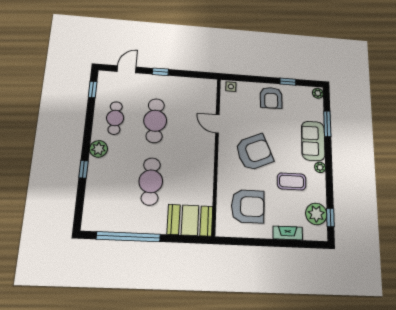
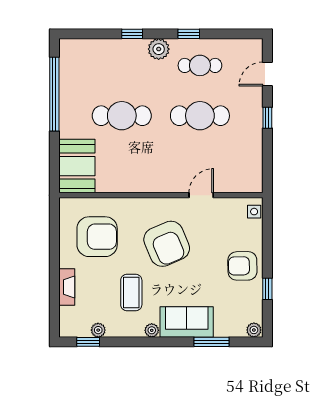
door: (127, 69) -> (267, 74), swing flipped
window: (93, 89) -> (189, 34), moved
armchair: (248, 206) -> (97, 237), turned -90
plant: (316, 214) -> (98, 330), width x0.53, depth x0.53

